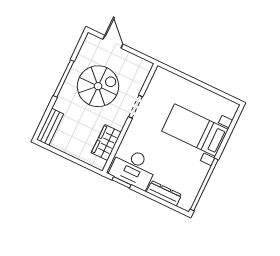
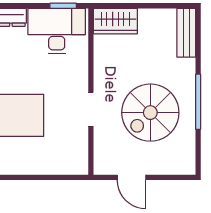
door: (113, 42) -> (132, 177), moved
wardrobe: (106, 143) -> (115, 21), moved, turned 90

